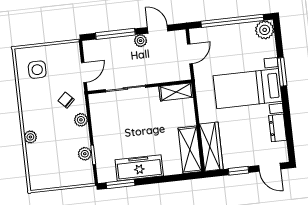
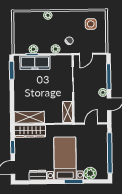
plant: (265, 30) -> (90, 173), moved
door: (190, 54) -> (91, 123), swing flipped
door: (84, 72) -> (86, 54), hinge flipped
freezer: (139, 168) -> (35, 63), moved, turned 90

